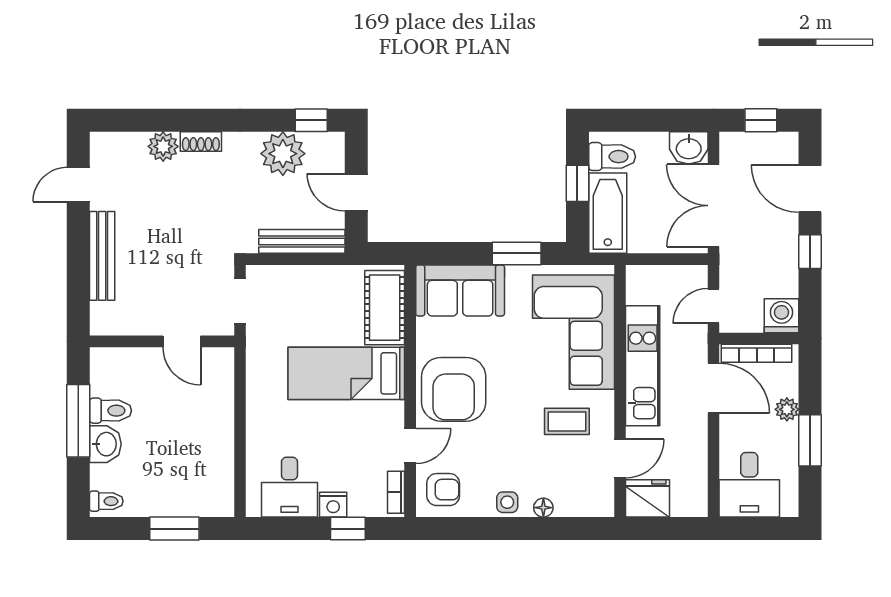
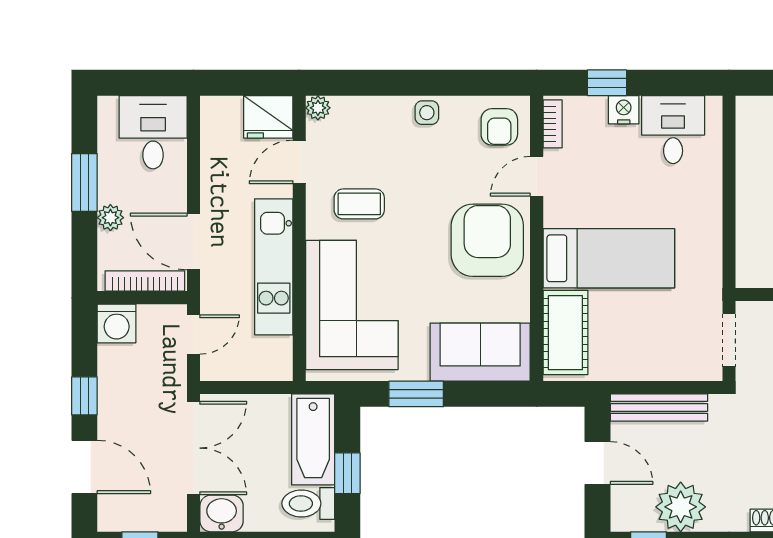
armchair: (443, 490) -> (499, 127), turned -90
plant: (603, 506) -> (318, 108), added
floor lamp: (543, 508) -> (386, 106), removed

